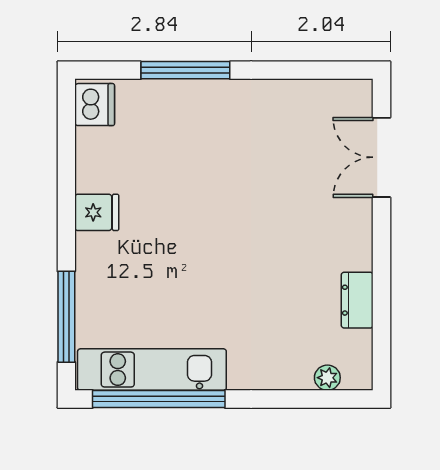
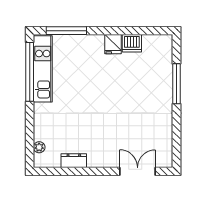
dishwasher: (95, 105) -> (132, 43), moved

